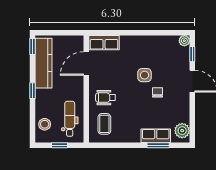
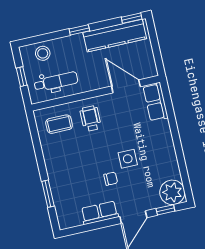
plant: (184, 41) -> (172, 192), width x1.88, depth x1.88
plant: (182, 131) -> (72, 218), removed
row of seats: (156, 136) -> (100, 213), moved, turned -90

